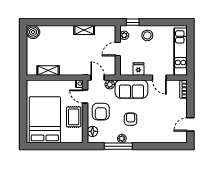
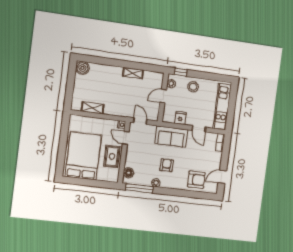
plant: (110, 84) -> (151, 129), removed
armchair: (101, 112) -> (196, 180), moved, turned -90
window: (118, 146) -> (139, 188), moved

